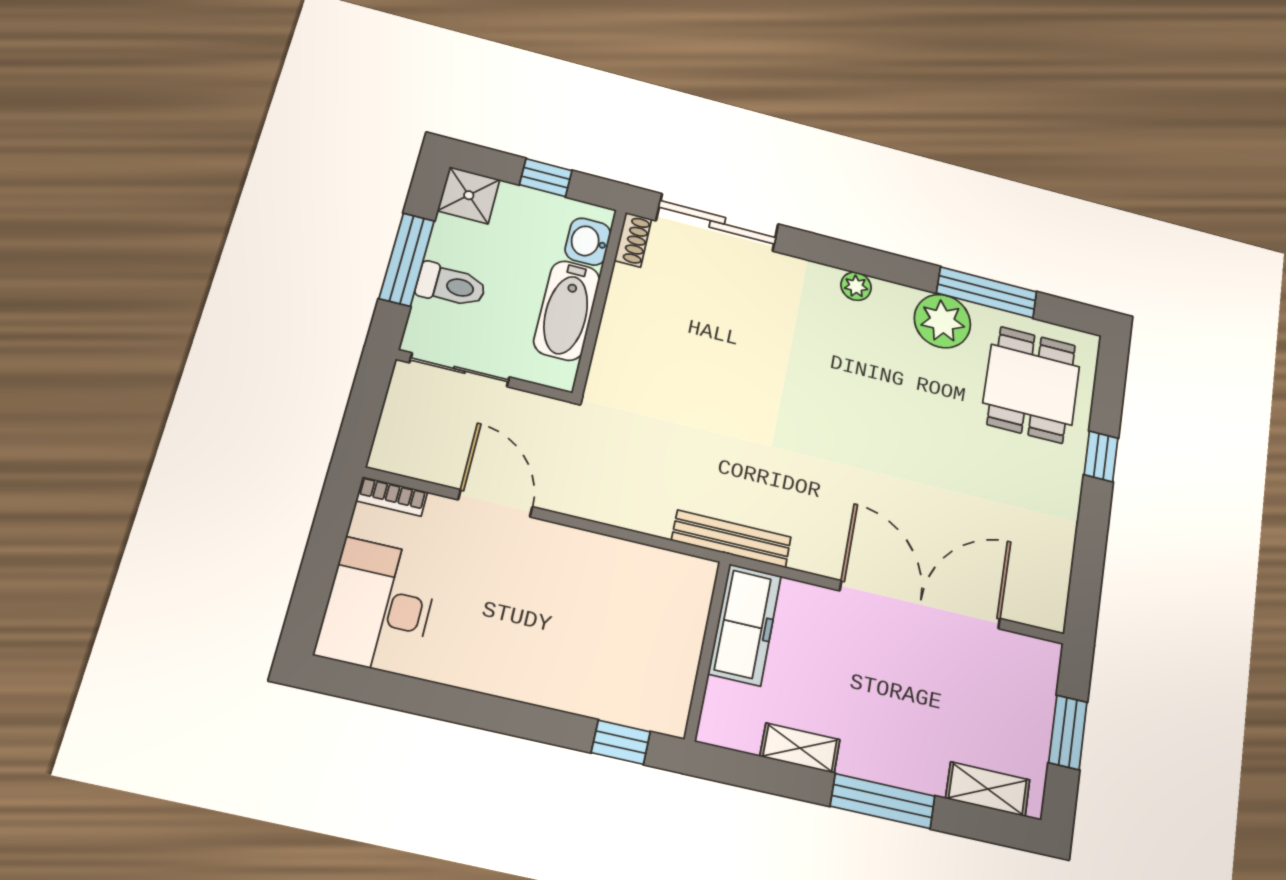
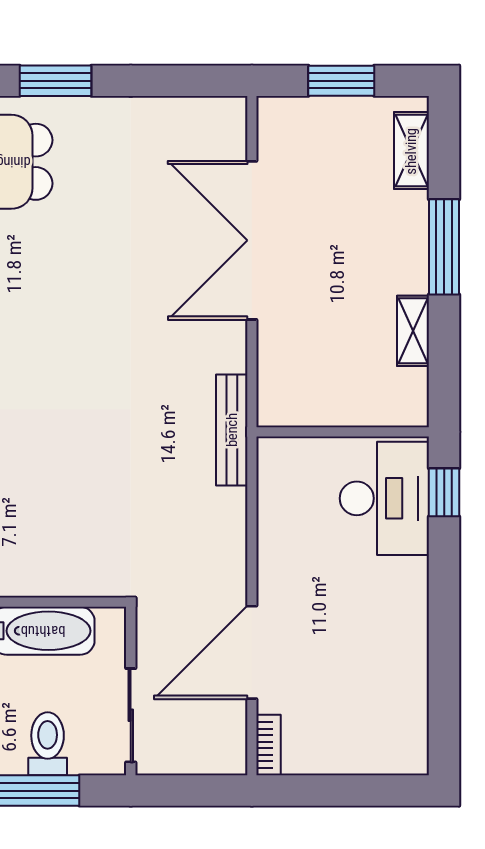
window: (1101, 456) -> (56, 81), width x1.50
door: (495, 503) -> (252, 652), width x1.36
desk: (378, 606) -> (384, 498), moved, turned -90
freezer: (745, 625) -> (311, 402), removed

